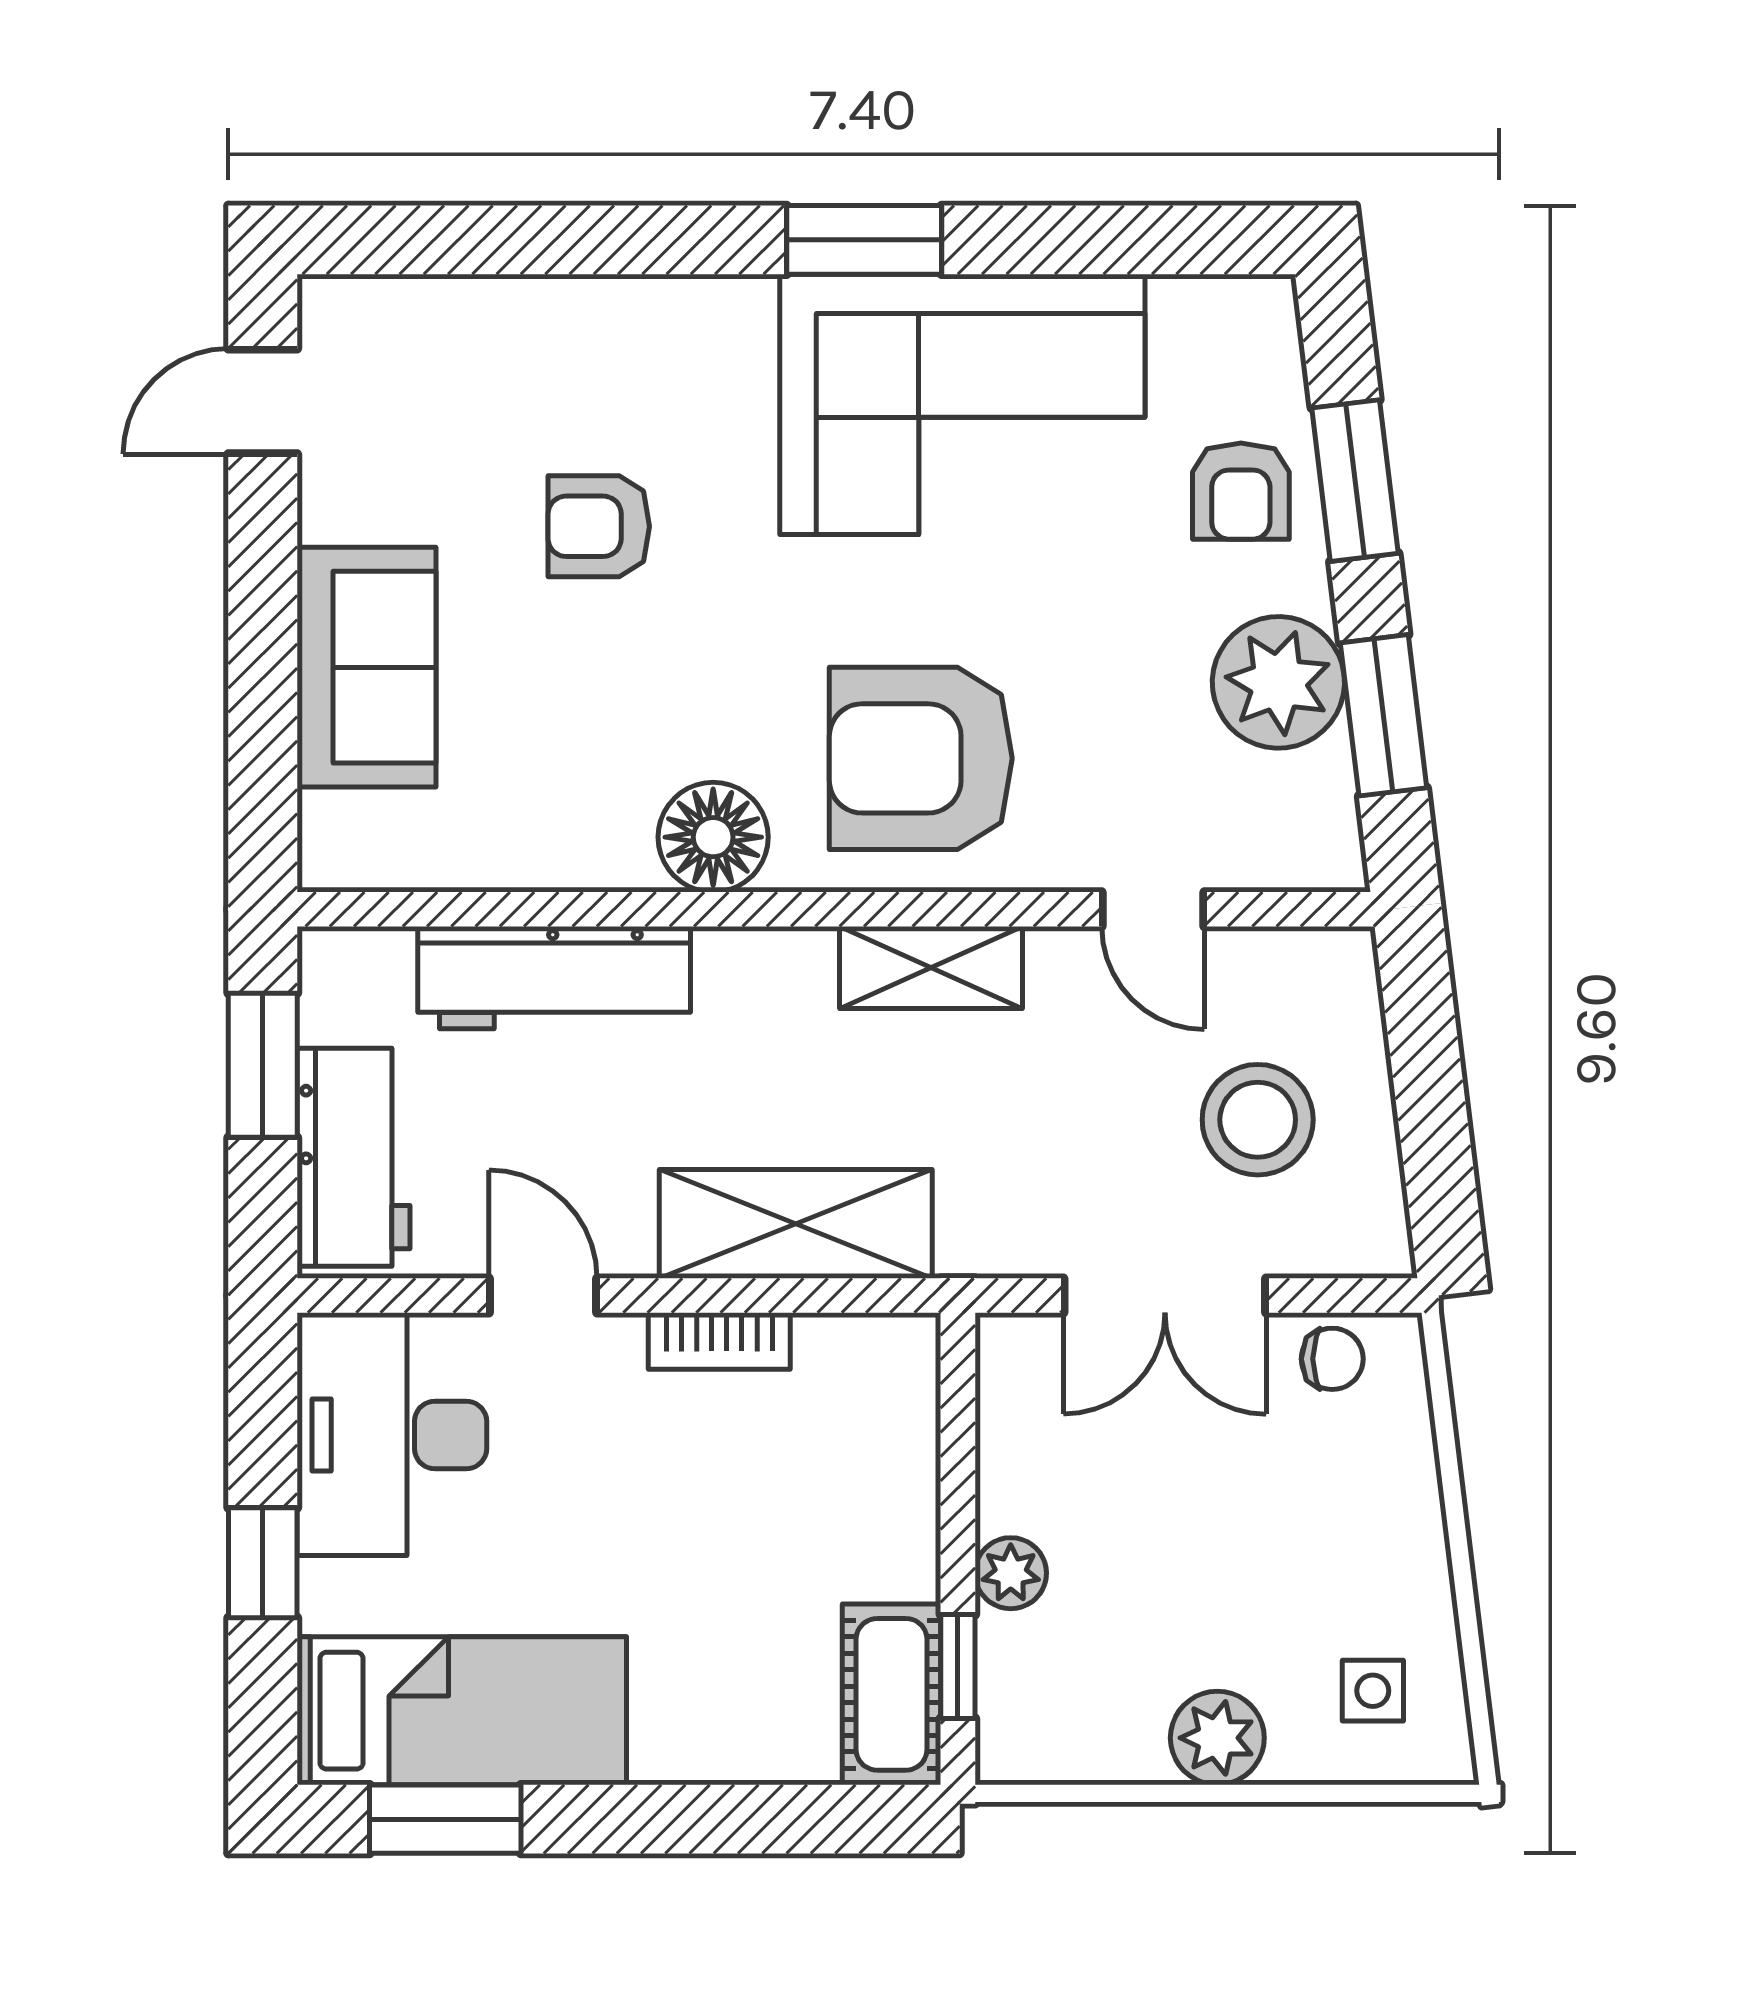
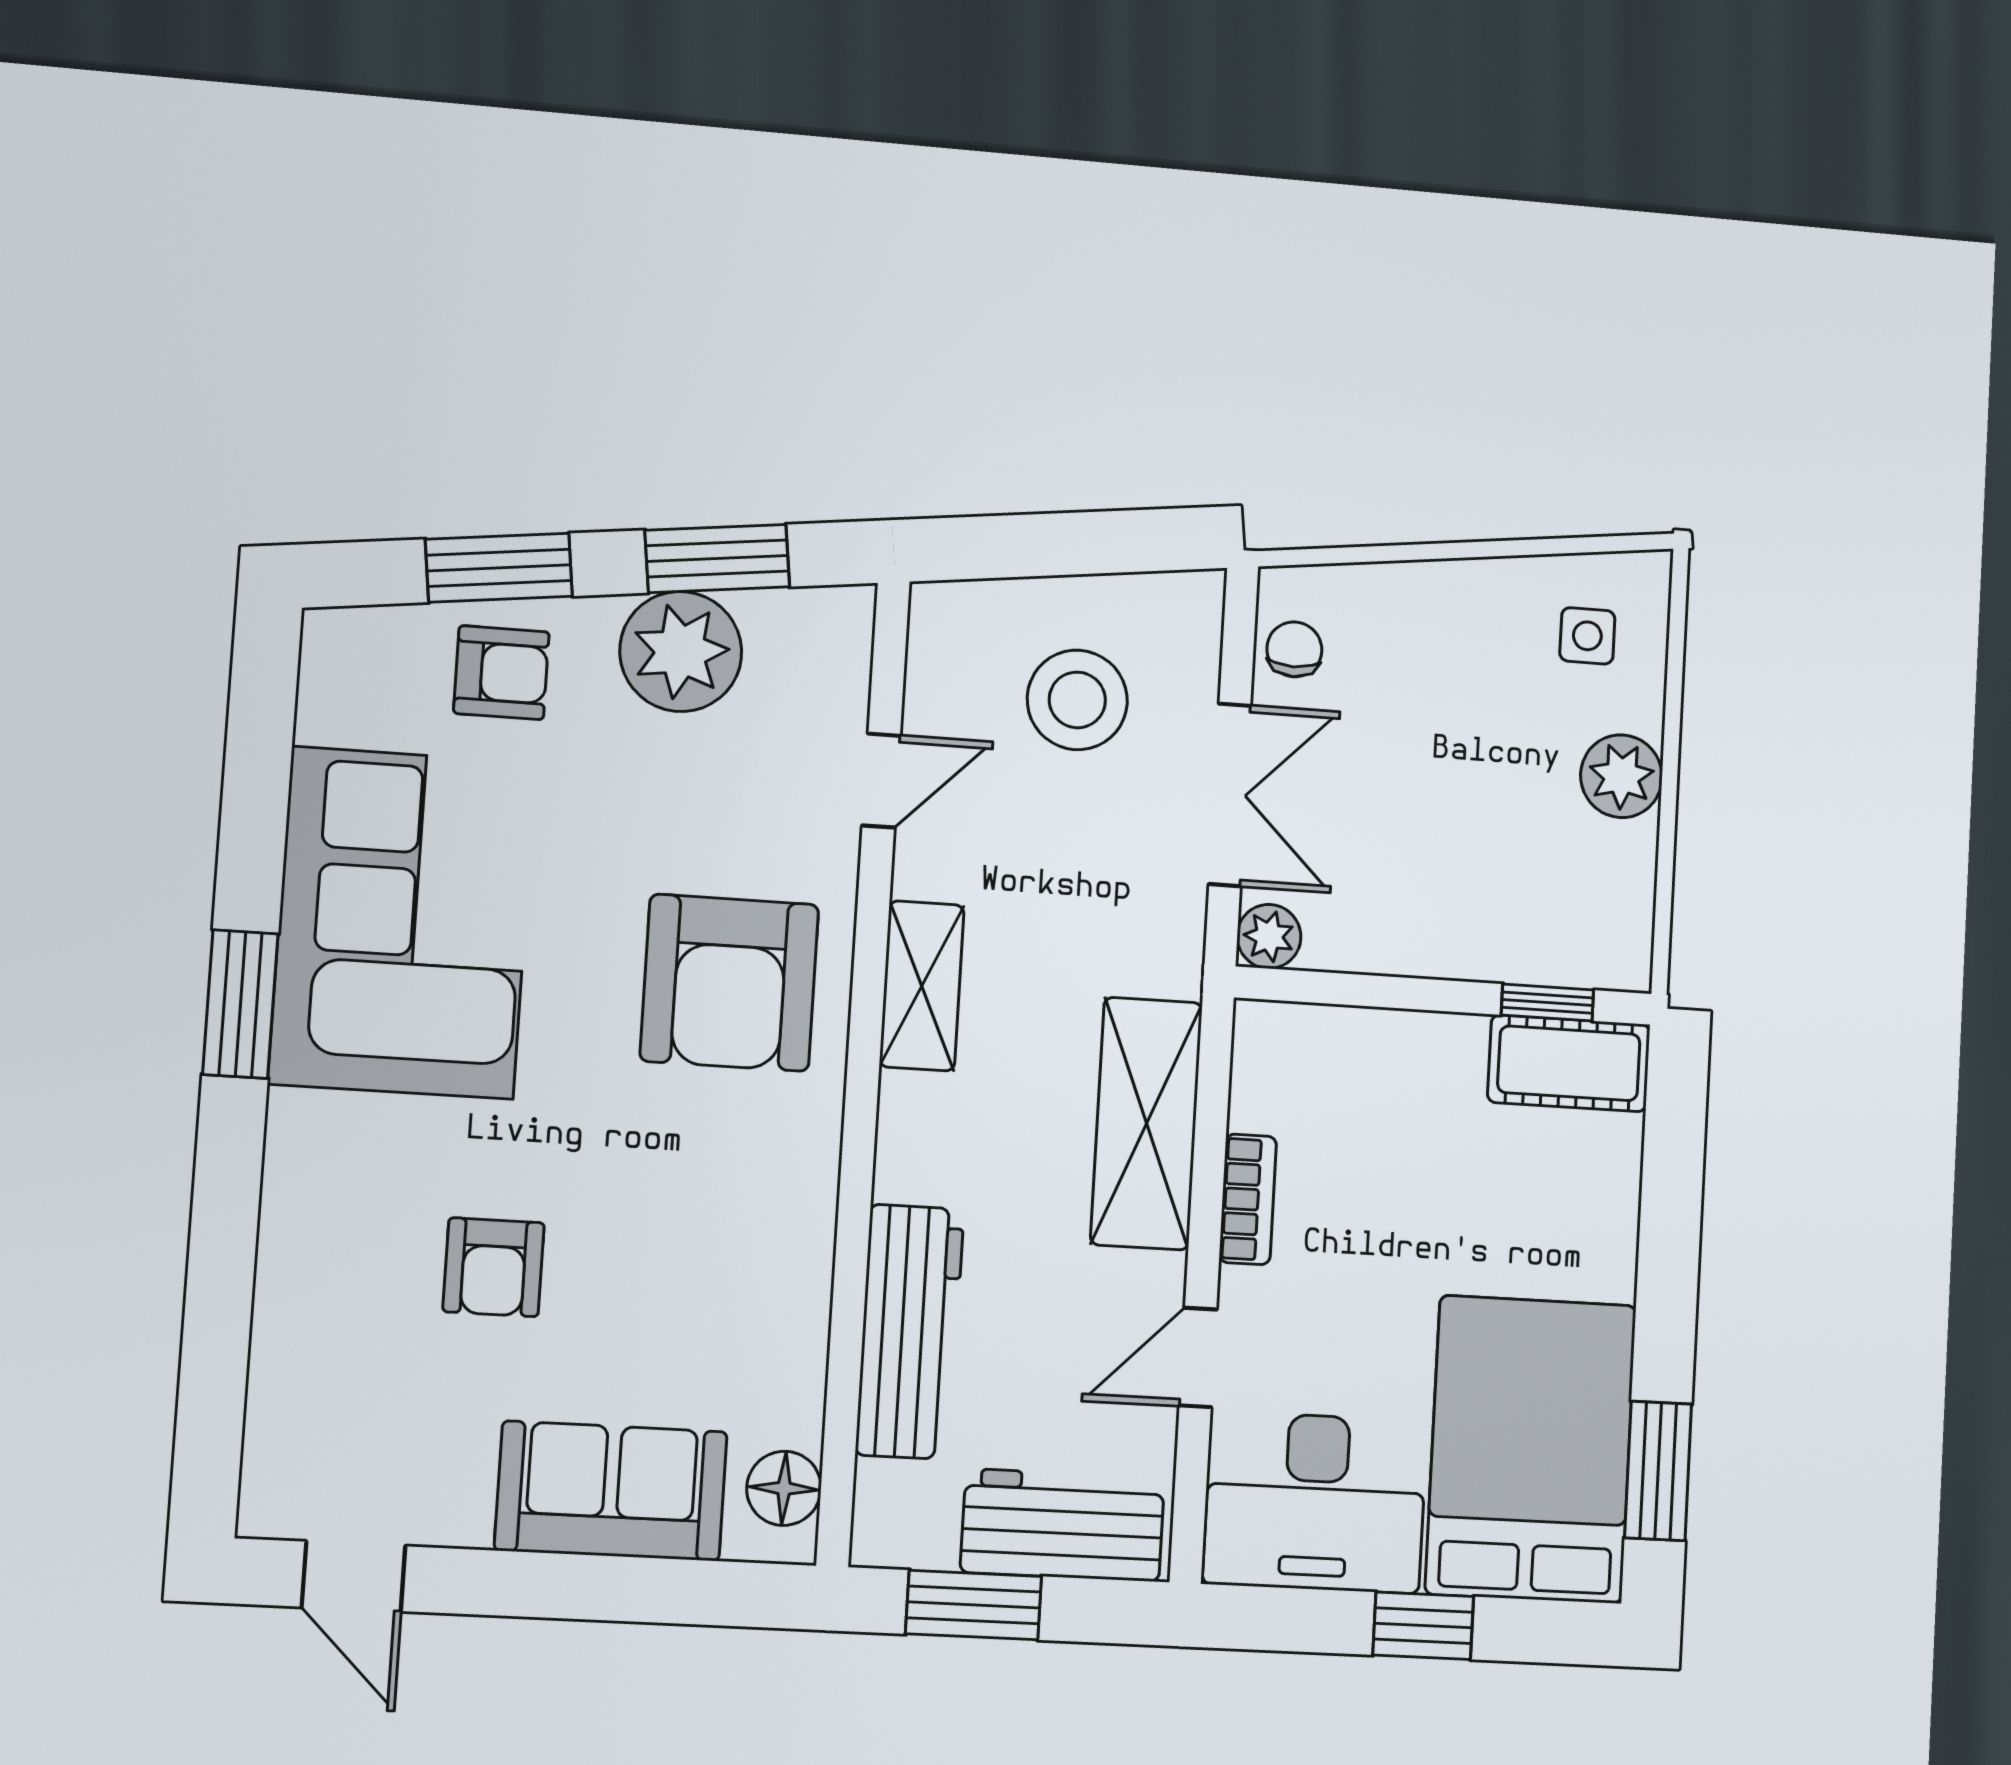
floor lamp: (713, 837) -> (784, 1488), moved, width x0.73, depth x0.73
plant: (1011, 1573) -> (1269, 936), moved
bed: (462, 1711) -> (1531, 1449), width x1.50

